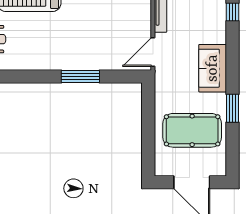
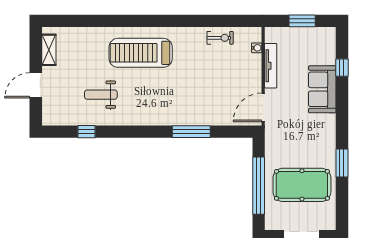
sofa: (213, 68) -> (322, 89), moved
window: (148, 131) -> (259, 186), added

